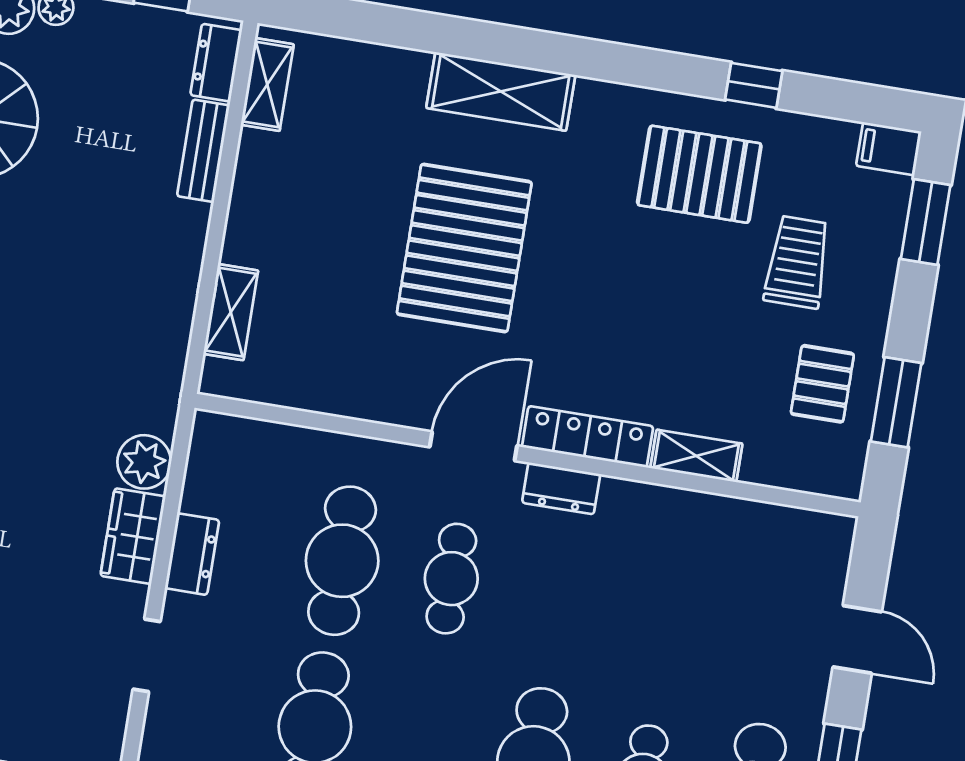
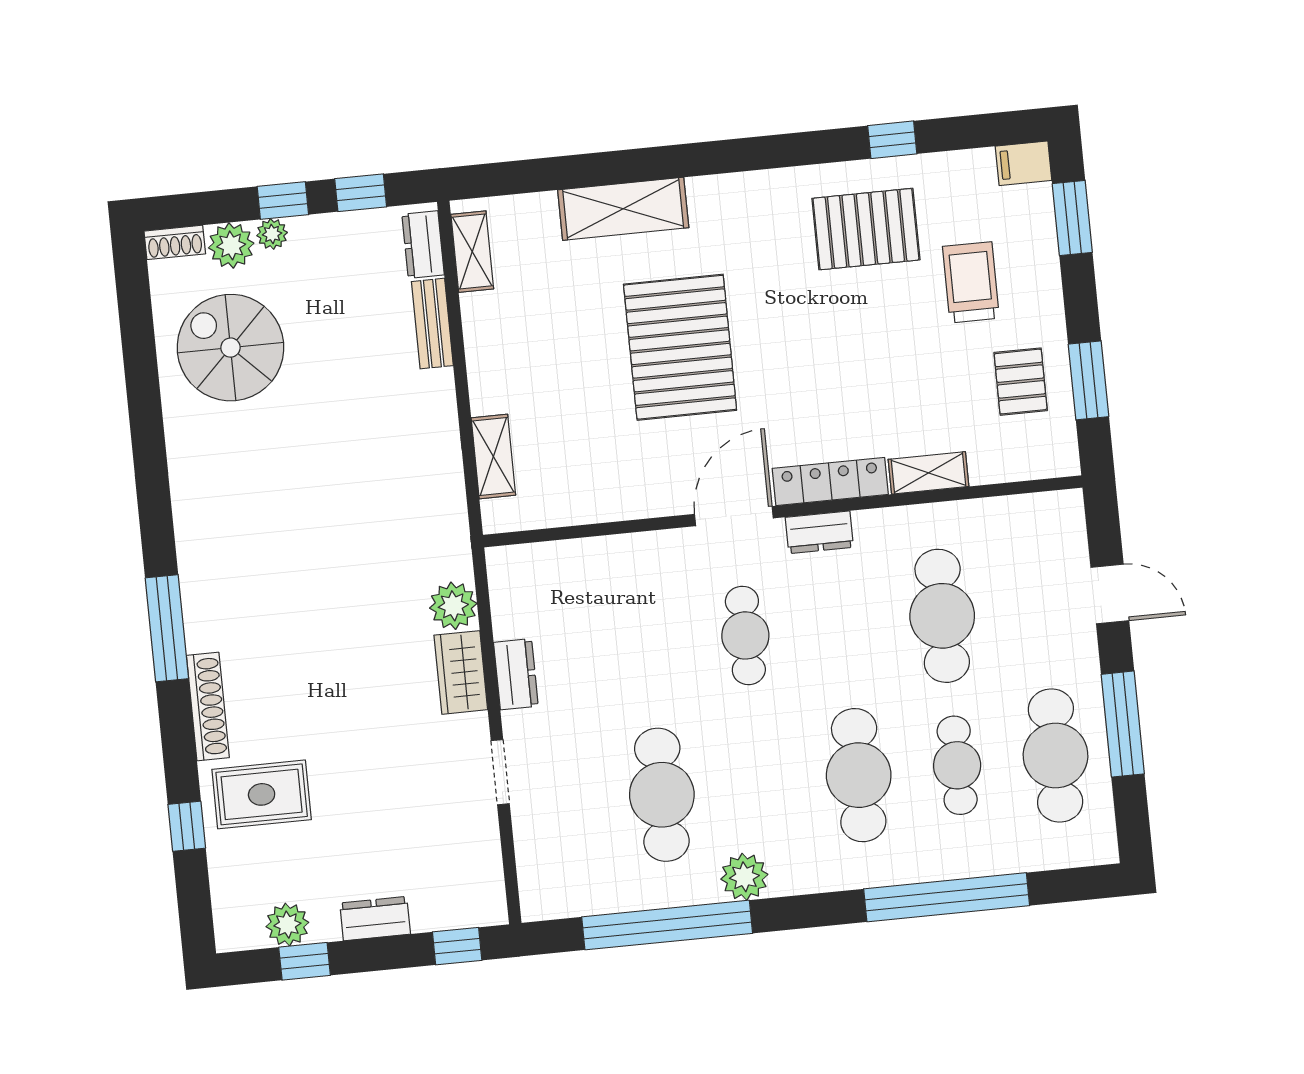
shelving: (501, 91) -> (623, 209), moved
cafe table: (342, 561) -> (942, 616), moved

